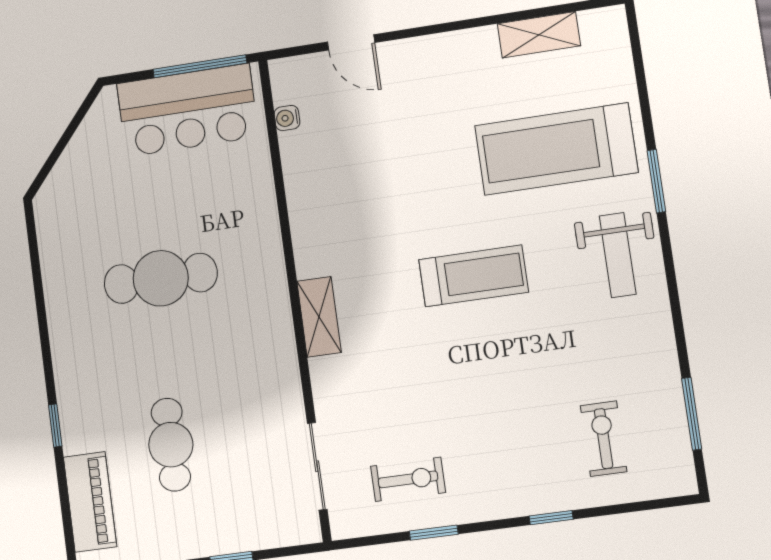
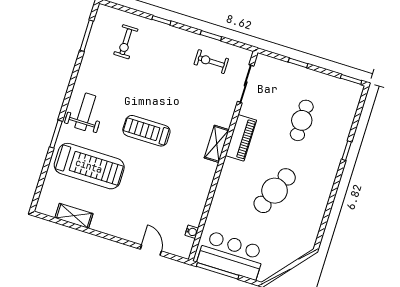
cafe table: (161, 278) -> (275, 191), turned -66
piano: (90, 502) -> (241, 138), moved, turned 180

